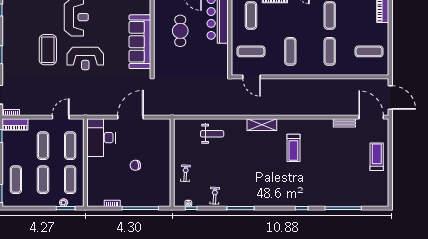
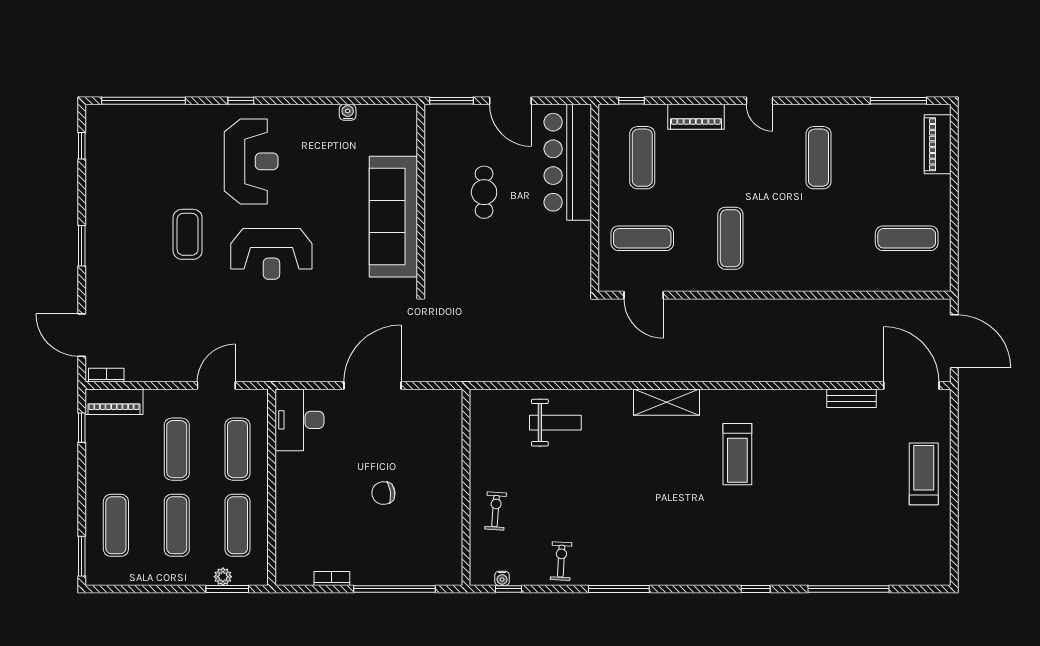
cafe table: (180, 31) -> (484, 192), width x0.73, depth x0.74
coffee table: (48, 50) -> (188, 234), width x0.73, depth x0.76
exercise mat: (330, 51) -> (819, 238), removed
desk: (101, 138) -> (299, 420), width x0.73, depth x0.77

